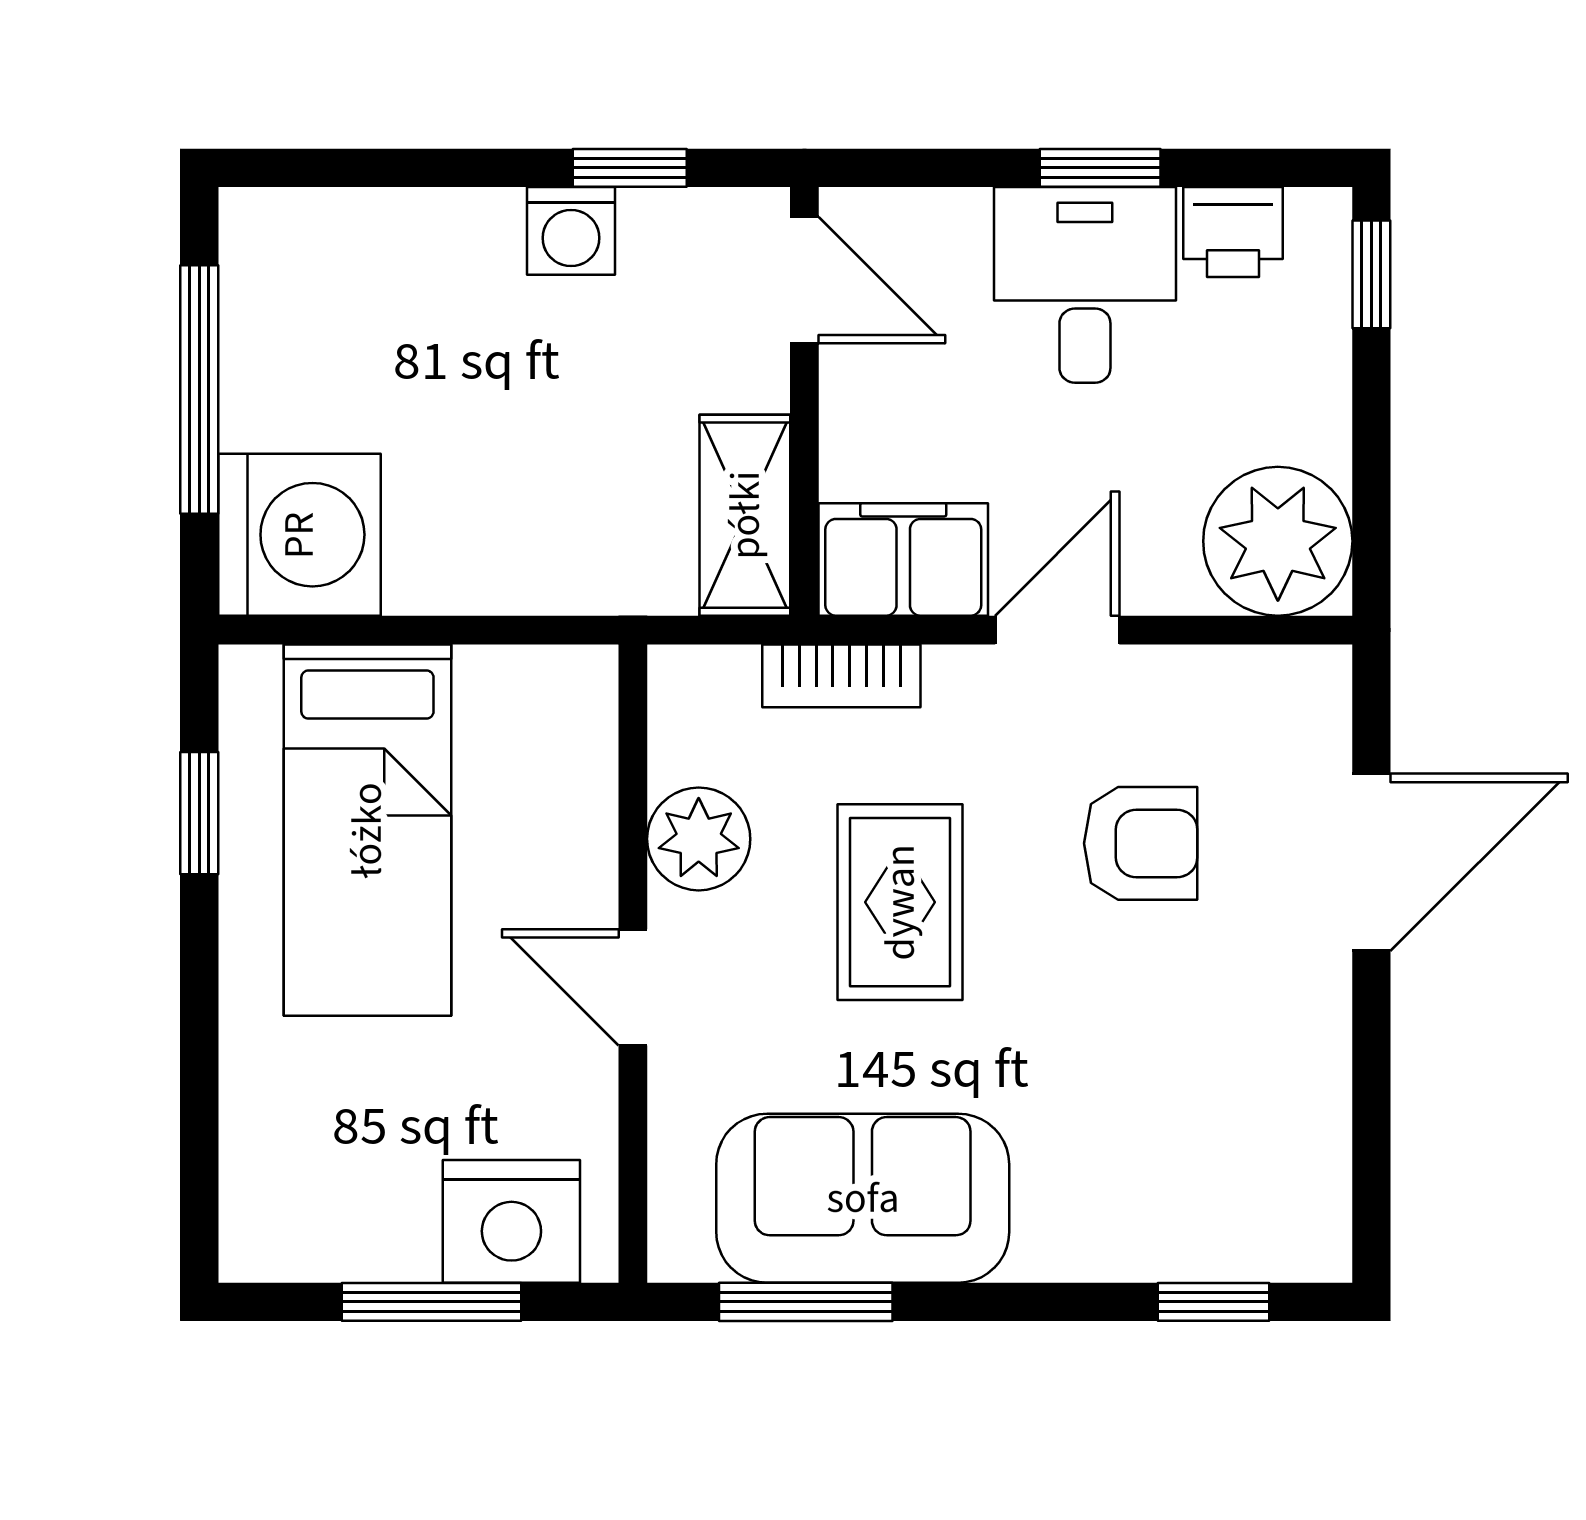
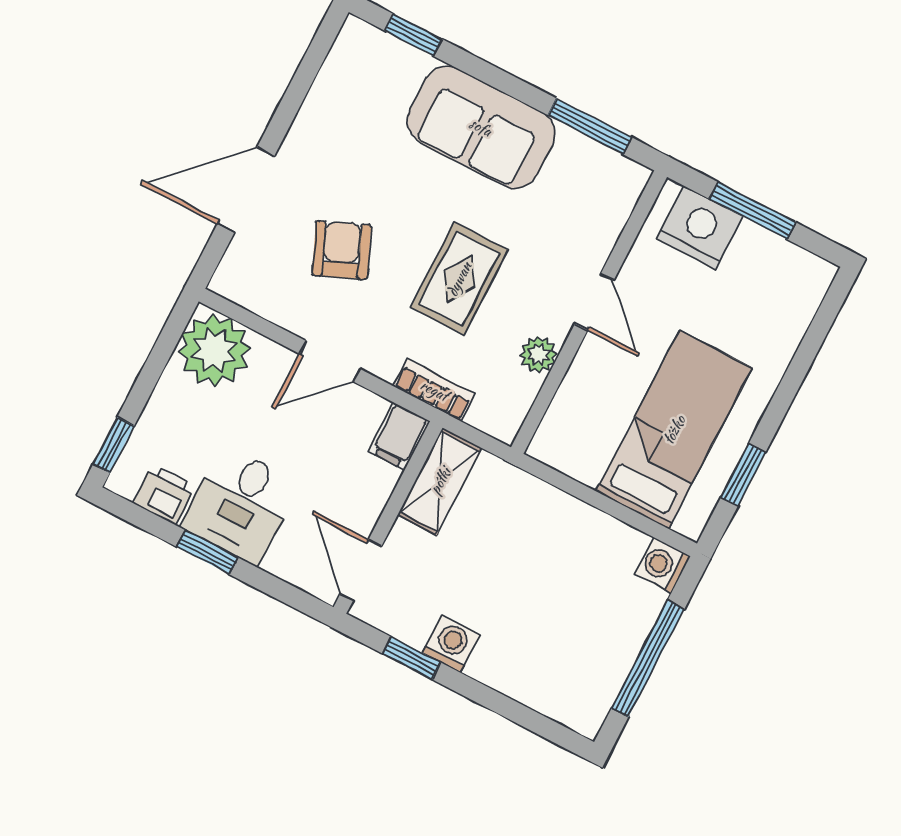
washing machine: (299, 535) -> (662, 565), width x0.53, depth x0.53
filing cabinet: (903, 559) -> (399, 436), width x0.50
plant: (699, 839) -> (538, 355), width x0.73, depth x0.73
armchair: (1141, 843) -> (342, 250), turned 67
sofa: (863, 1198) -> (481, 127), moved

